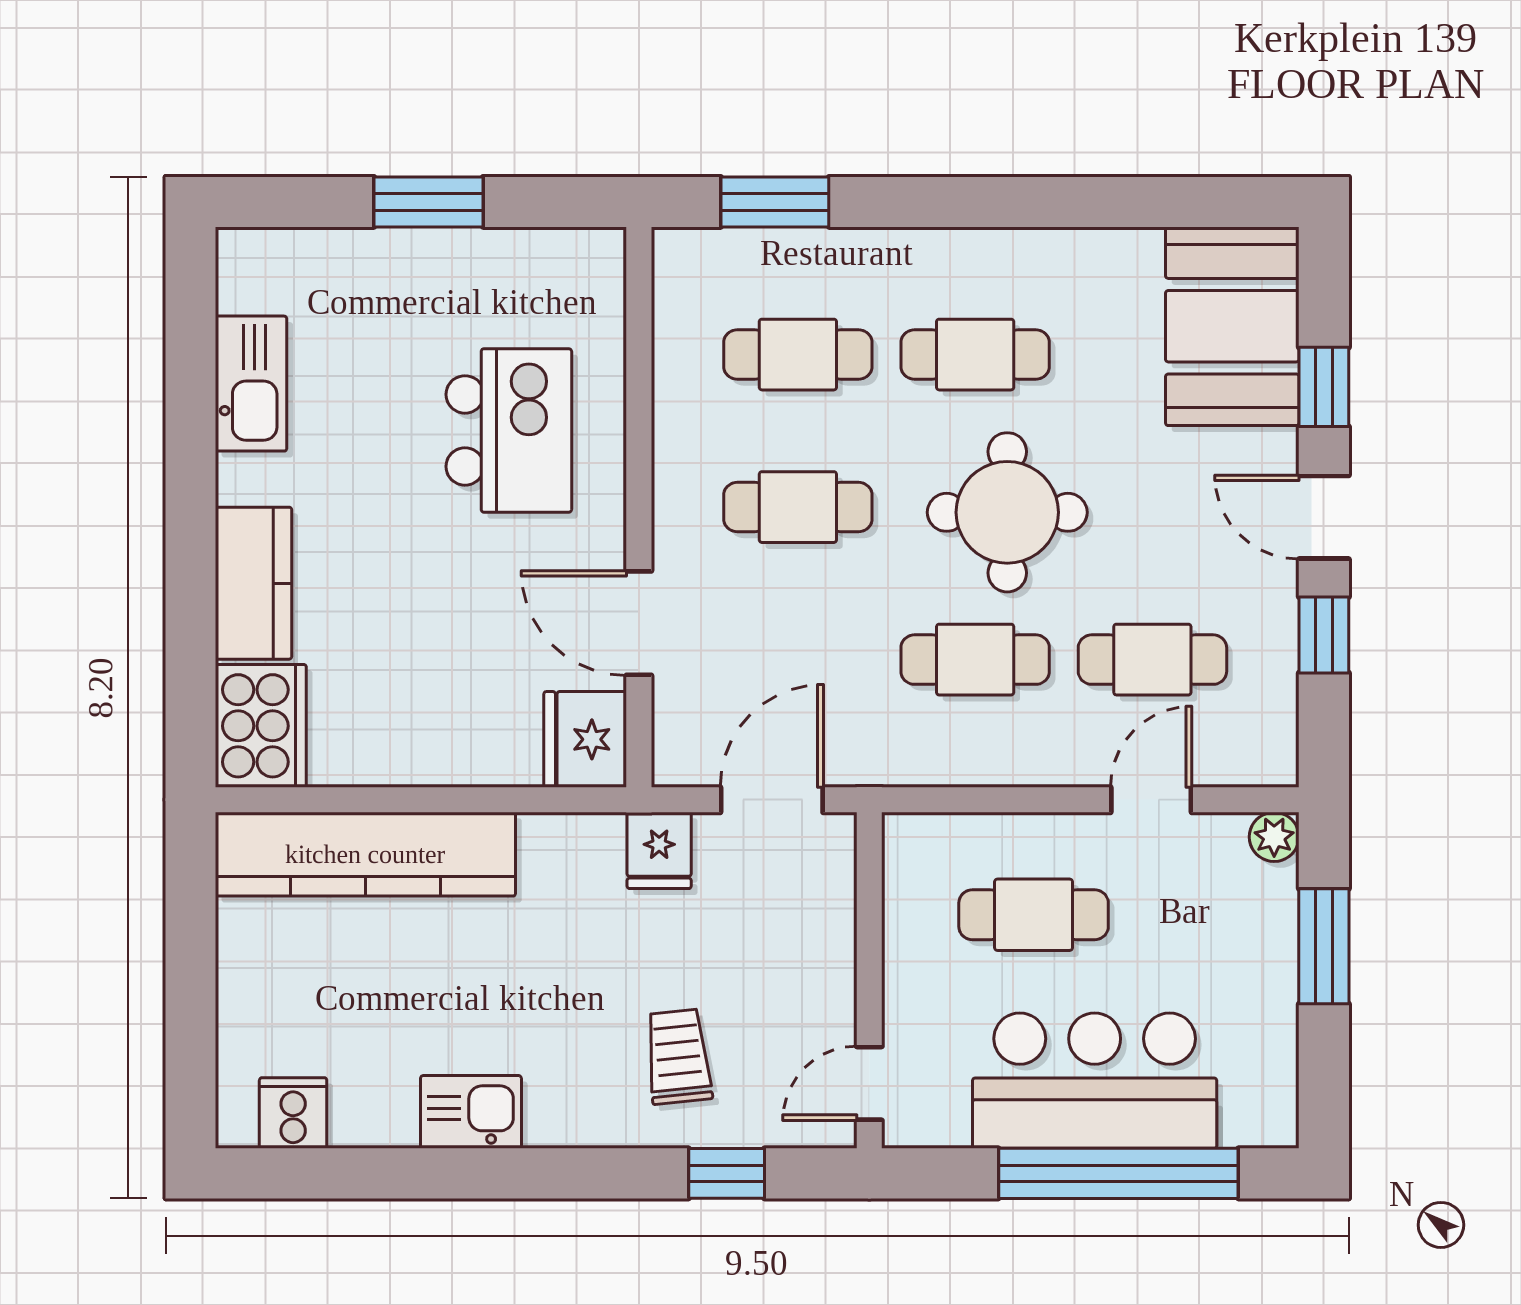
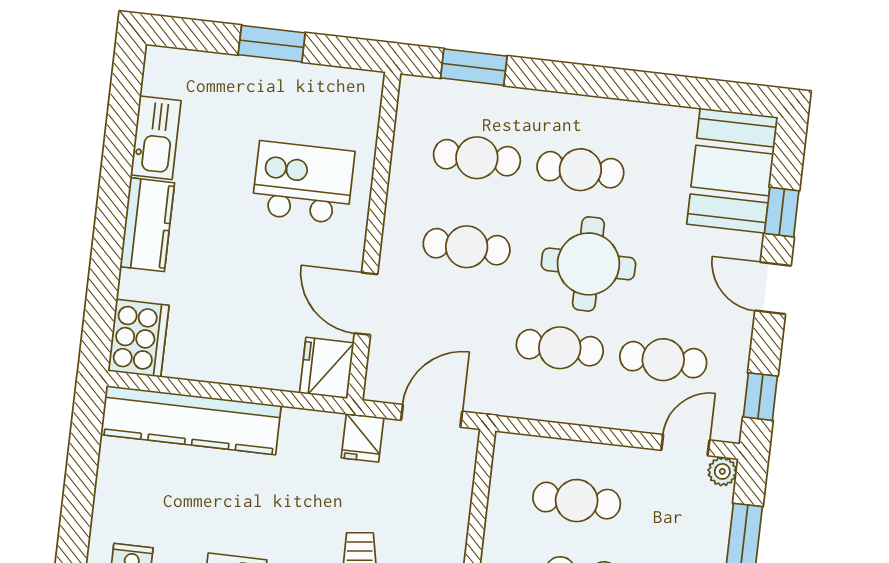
kitchen island: (509, 430) -> (303, 183), turned -90
kitchen counter: (254, 583) -> (147, 225), moved
window: (1324, 635) -> (760, 397), moved
door: (1151, 800) -> (685, 445), moved

